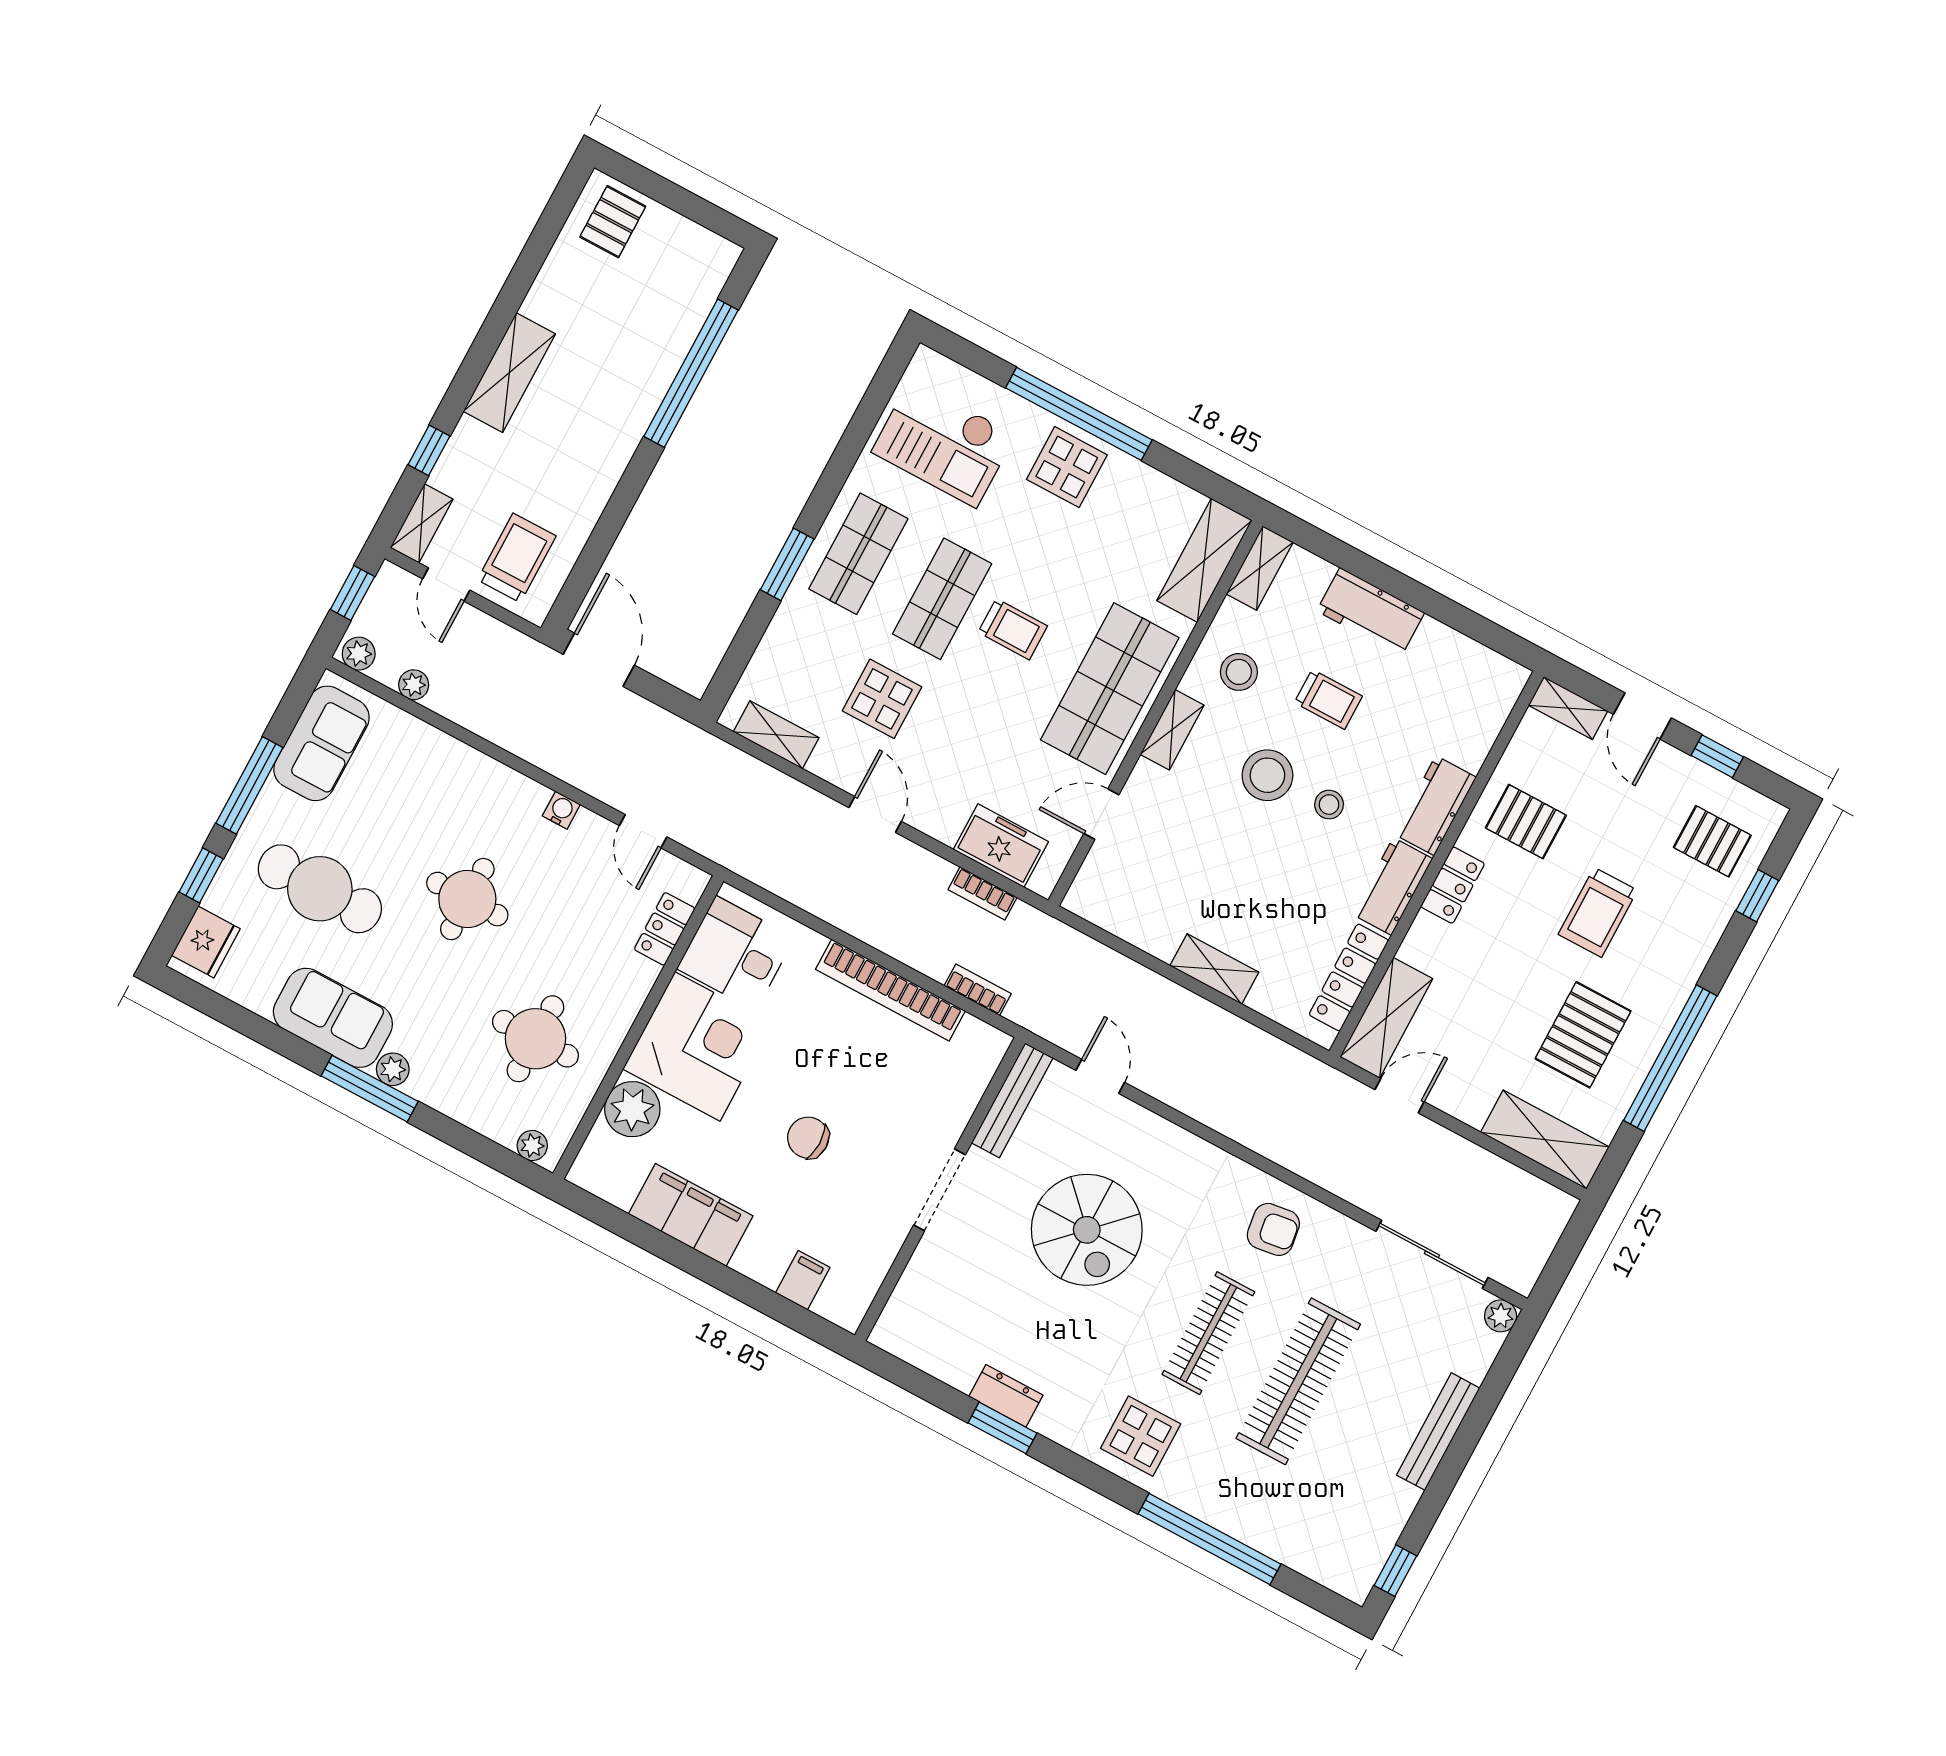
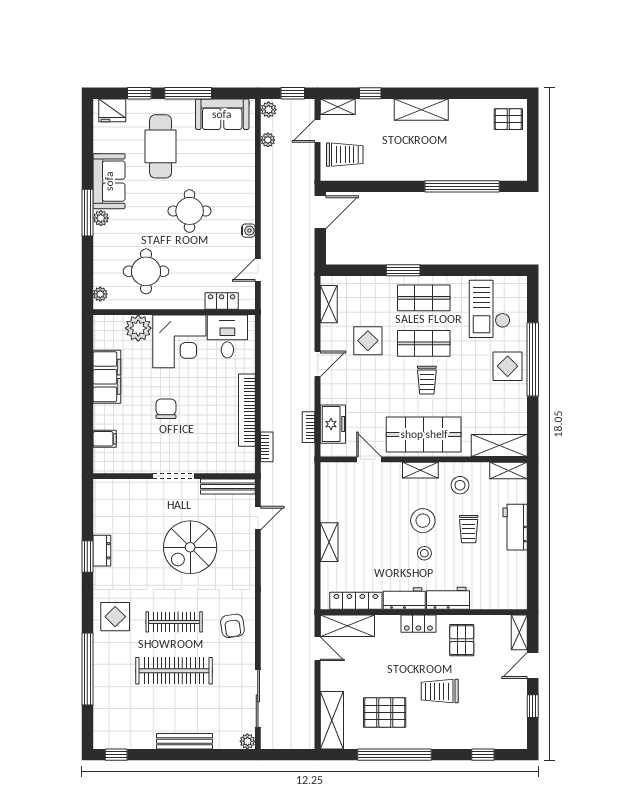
pallet: (1712, 841) -> (496, 723), removed

